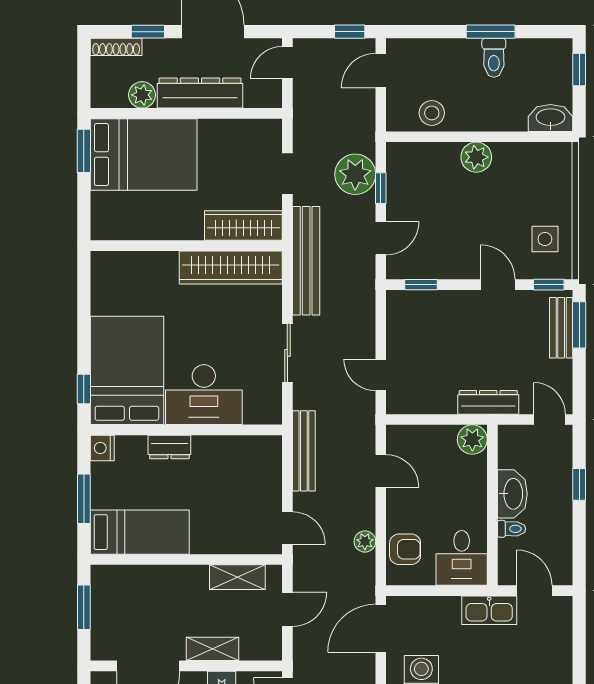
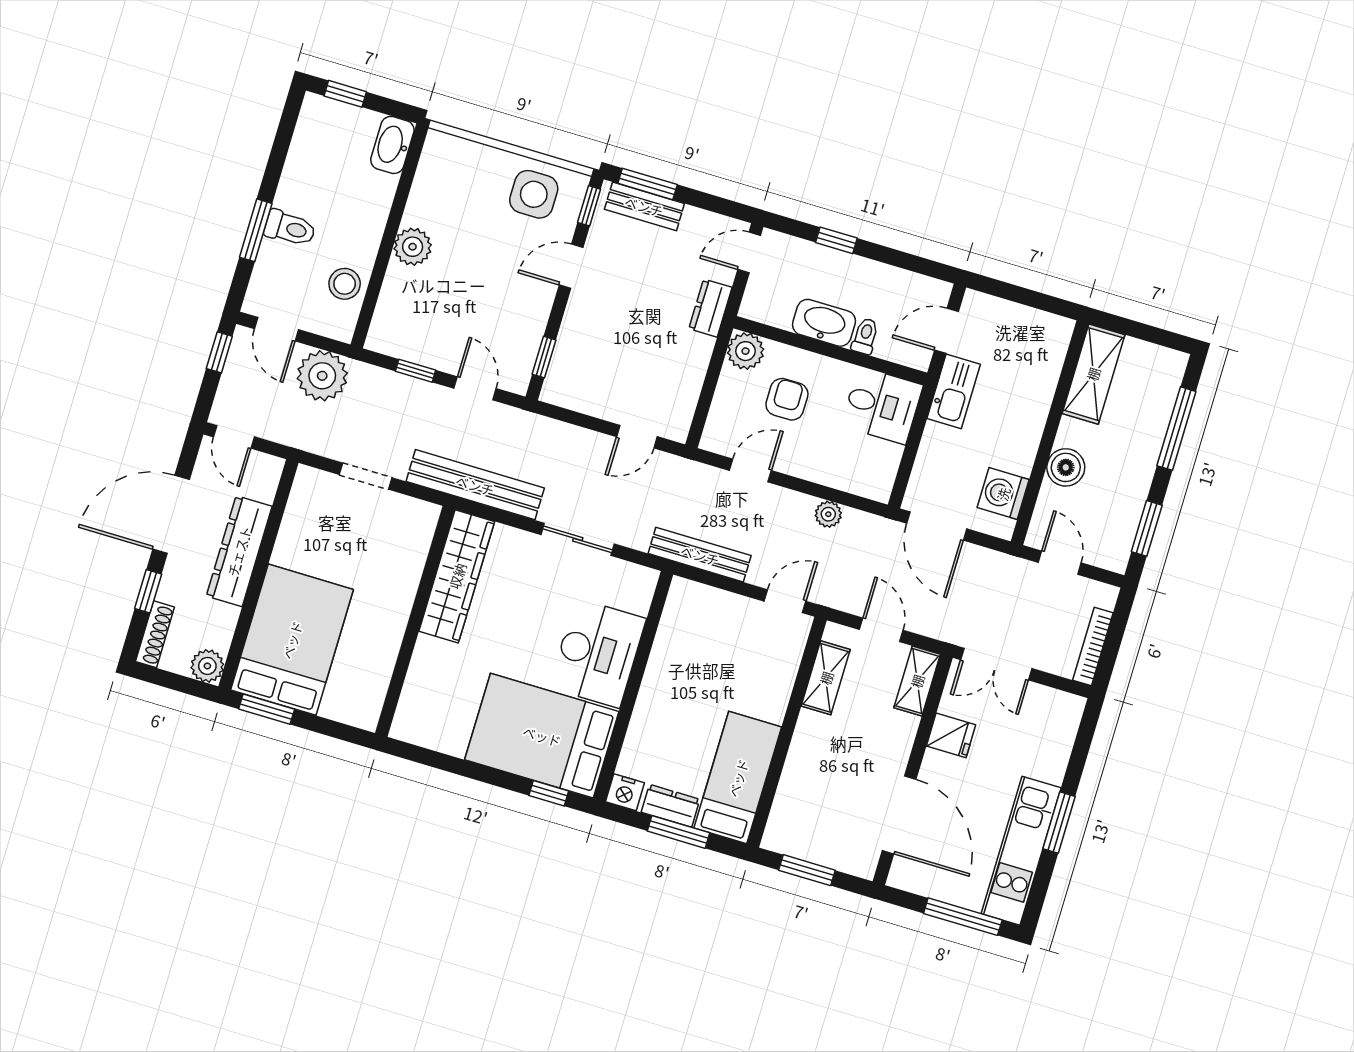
window: (491, 32) -> (256, 230), moved
toilet: (494, 58) -> (290, 228), moved
plant: (142, 95) -> (207, 666), moved
plant: (355, 174) -> (322, 376), moved
wardrobe: (243, 226) -> (411, 546), removed
side table: (545, 239) -> (534, 194), width x1.37, depth x1.37
dresser: (488, 402) -> (710, 308), width x0.70
dresser: (169, 447) -> (671, 806), moved, turned -90
armchair: (405, 549) -> (787, 399), moved
shelving: (212, 649) -> (917, 681), moved

